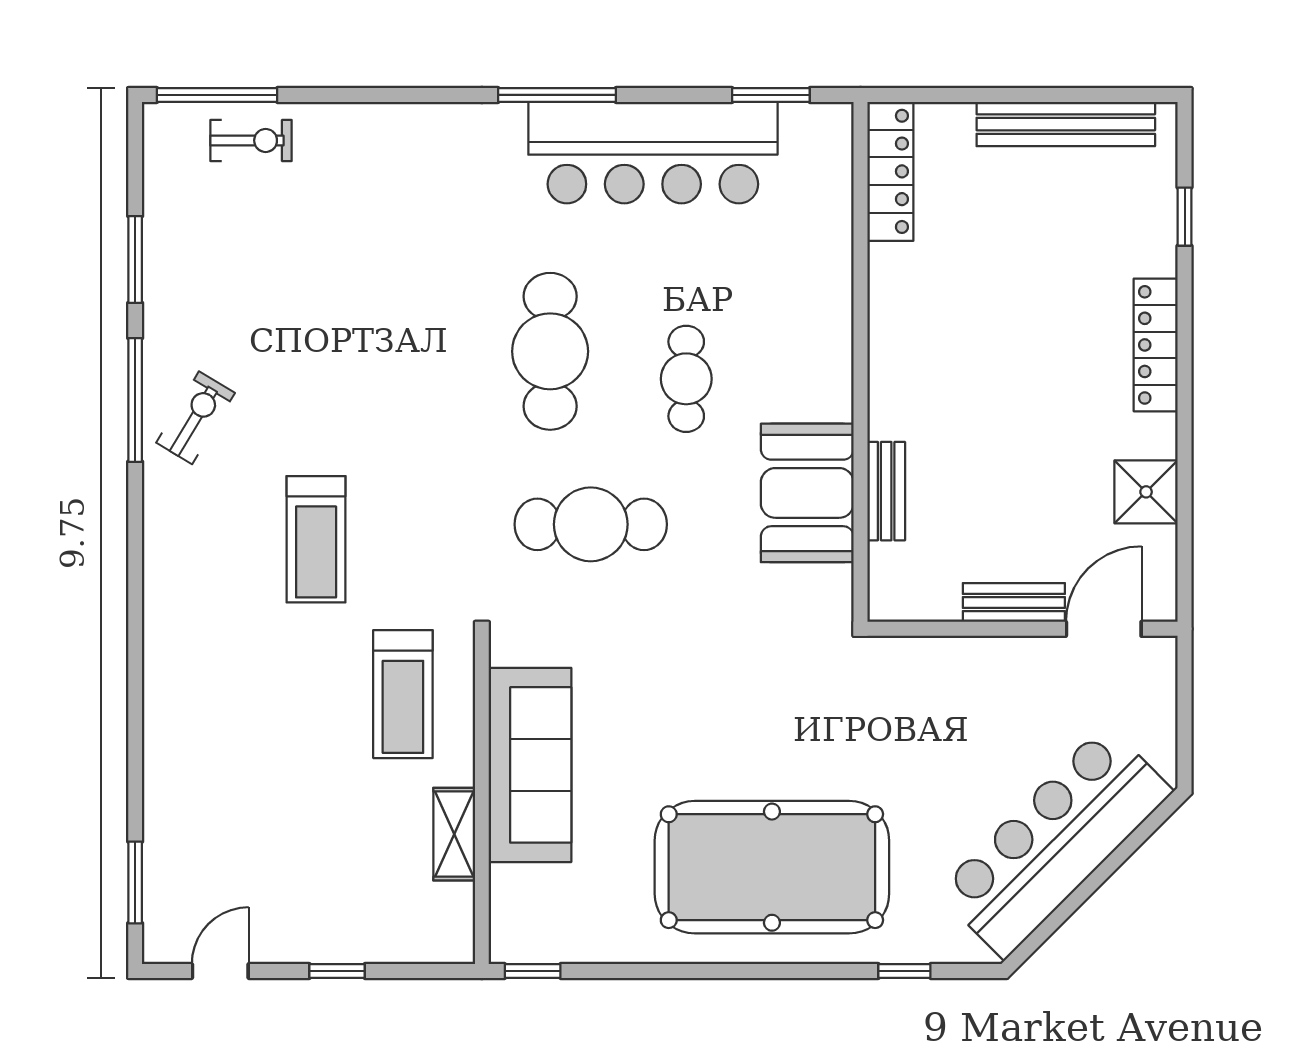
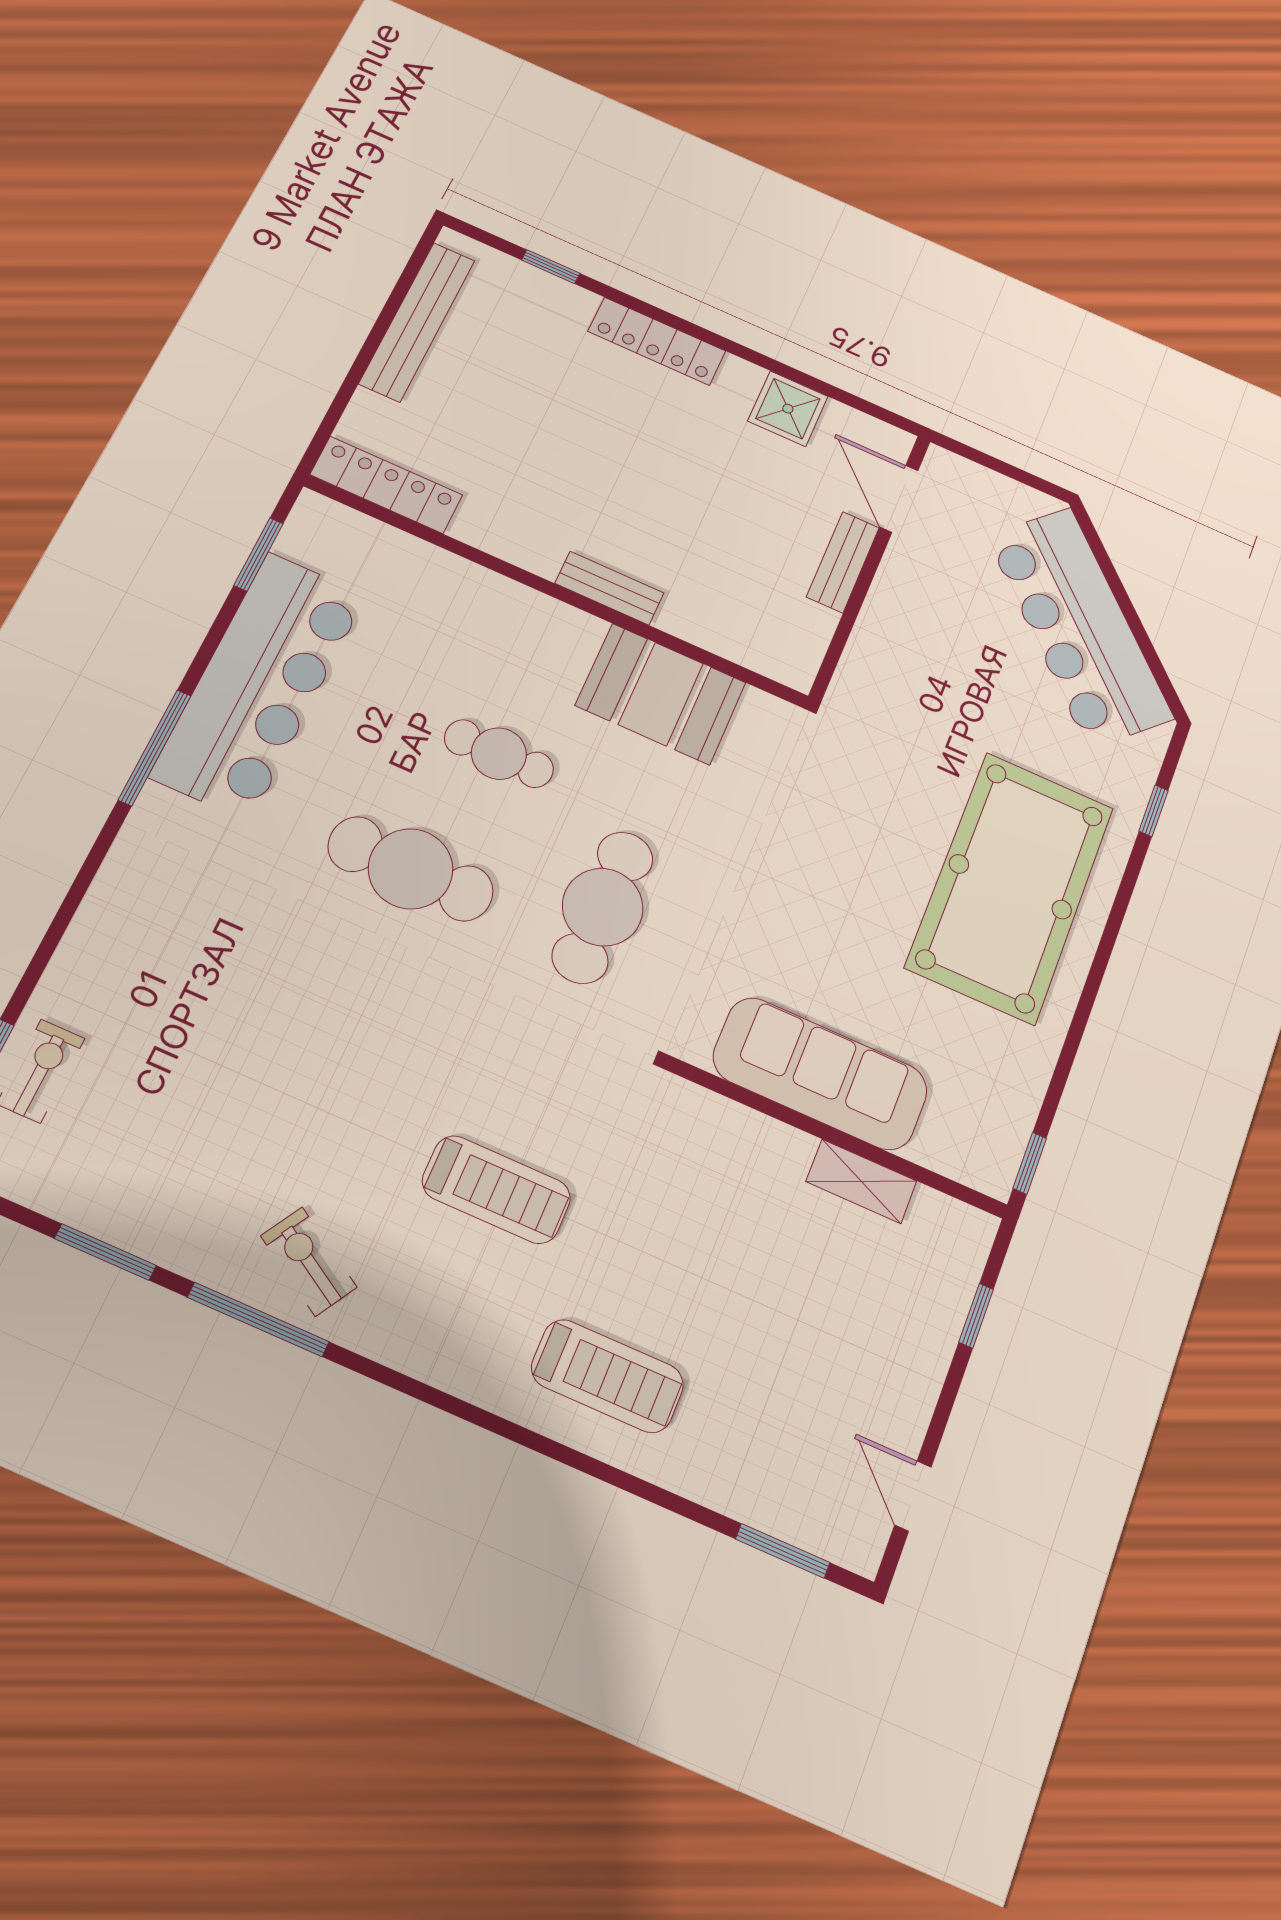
bench: (886, 491) -> (609, 588), moved
treadmill: (403, 694) -> (607, 1376), moved
window: (337, 971) -> (976, 1316), moved

